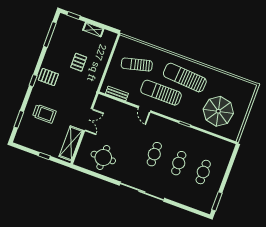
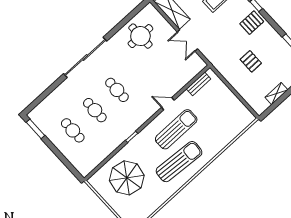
sun lounger: (137, 65) -> (218, 119), removed

